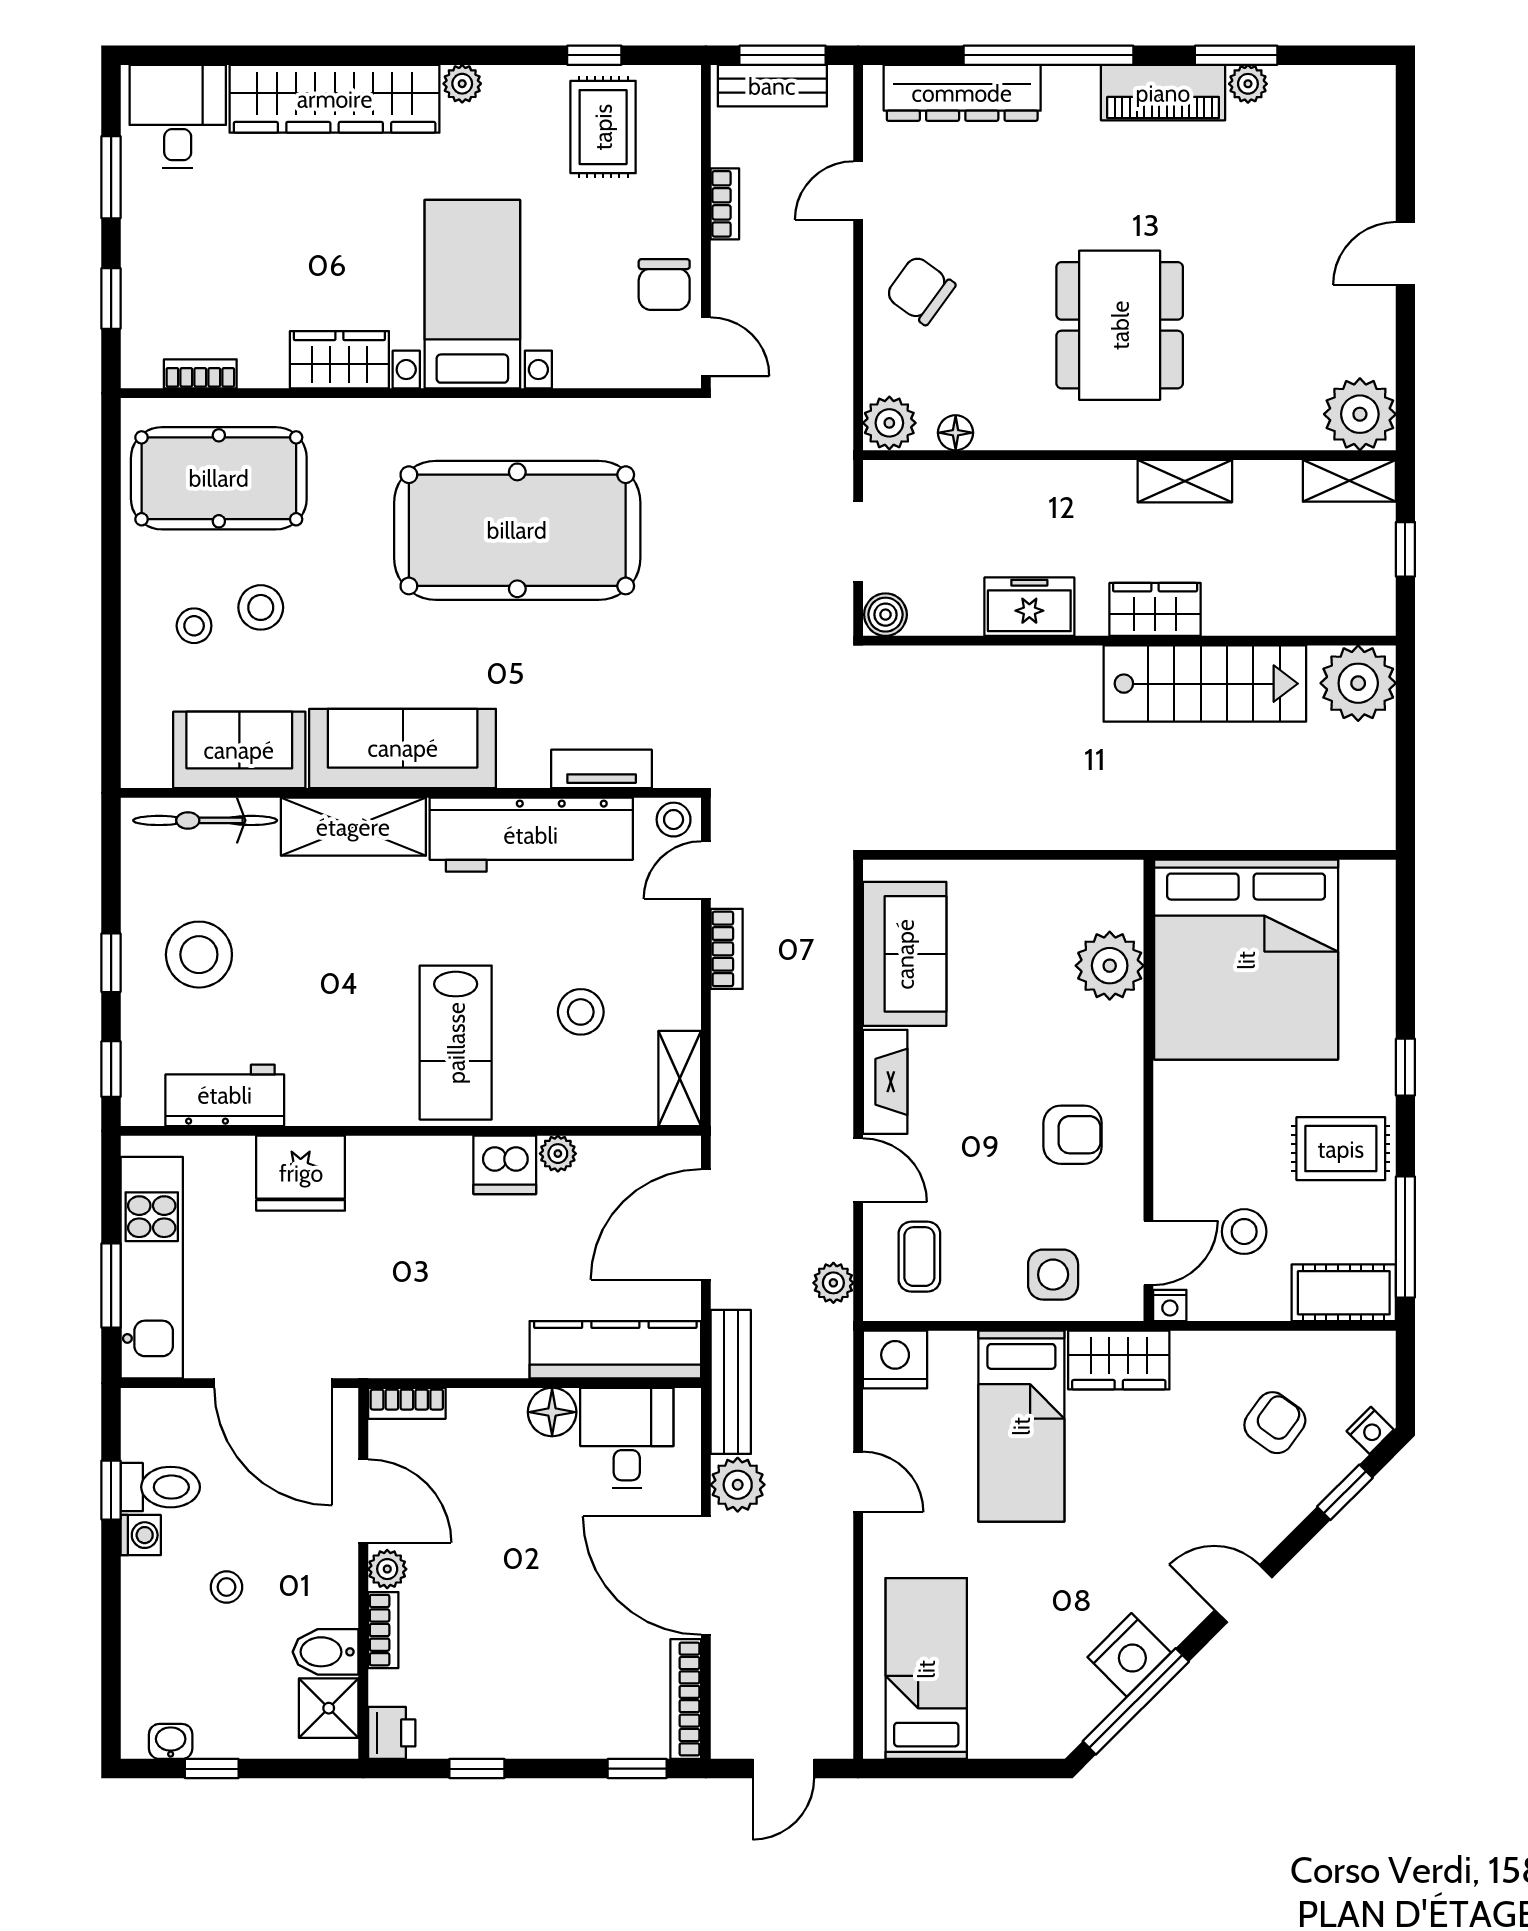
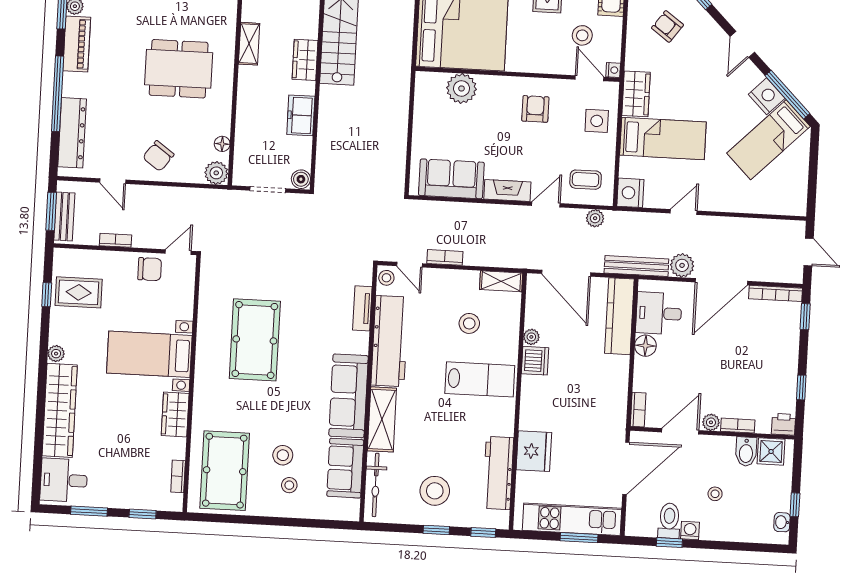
pool table: (517, 530) -> (255, 340), width x0.73, depth x0.76
workbench: (225, 1095) -> (498, 473), width x1.38
bed: (926, 1669) -> (768, 140), moved, turned -45

